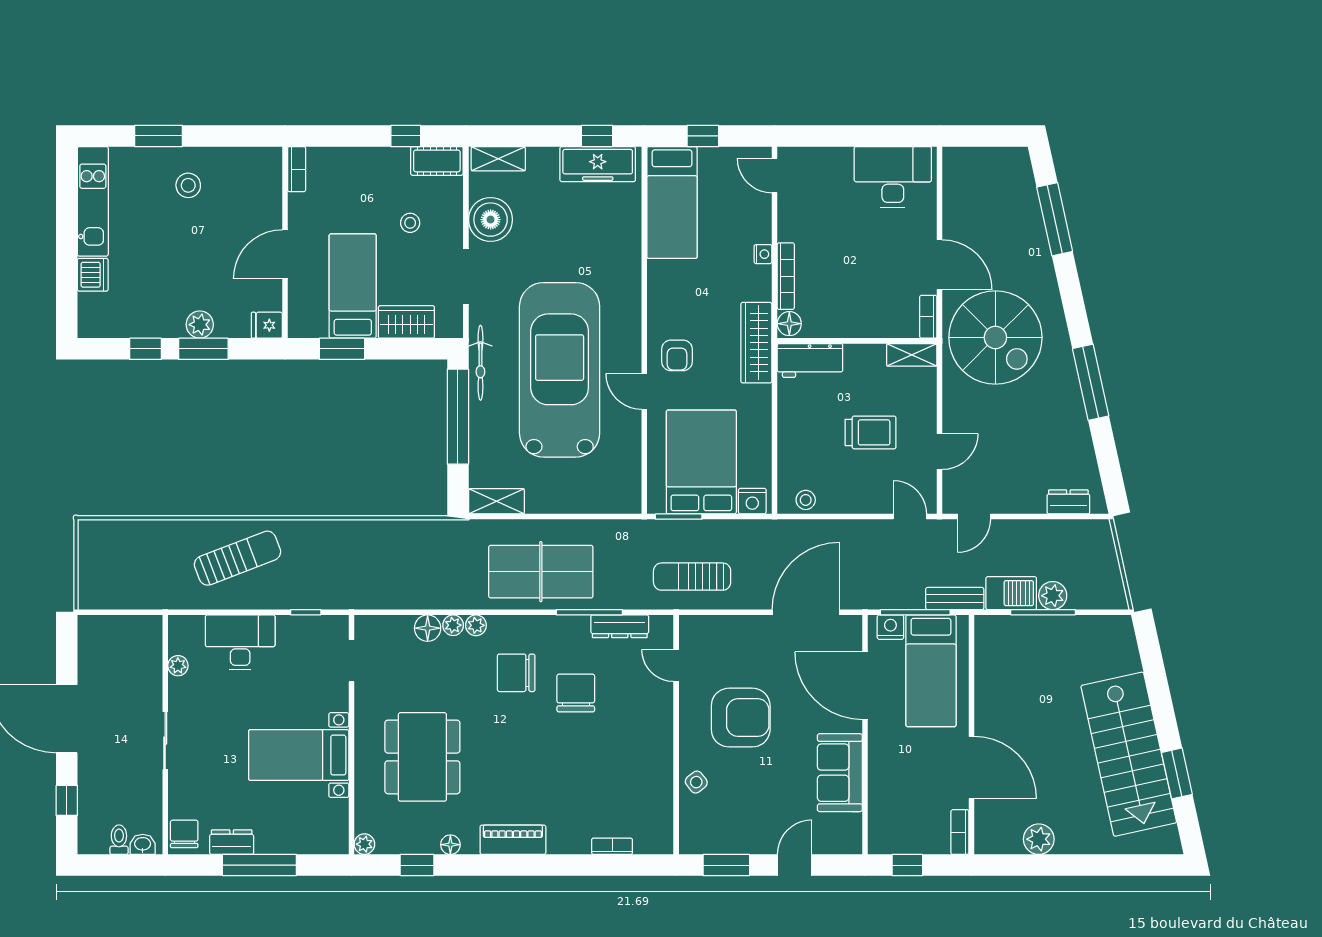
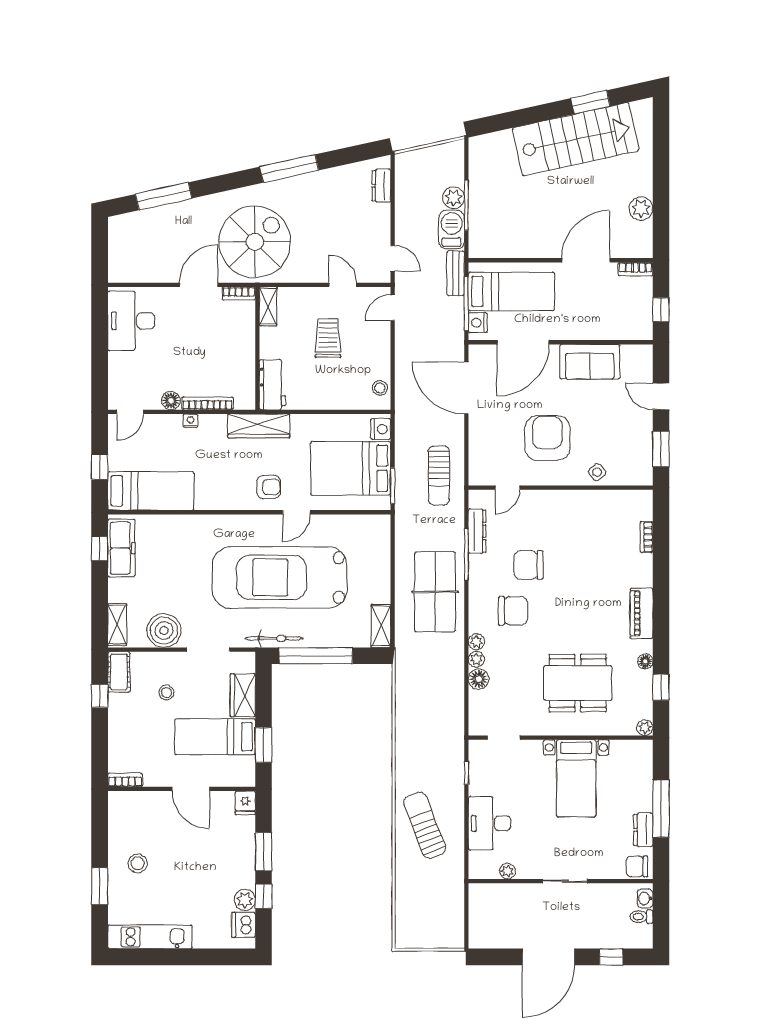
dishwasher: (93, 275) -> (243, 925), moved, turned -90
floor lamp: (789, 324) -> (171, 401), moved
plant: (200, 325) -> (245, 900), moved
chair: (516, 673) -> (513, 611), turned -90

